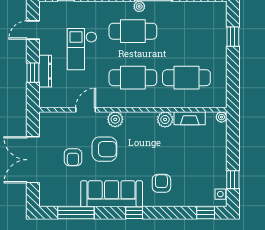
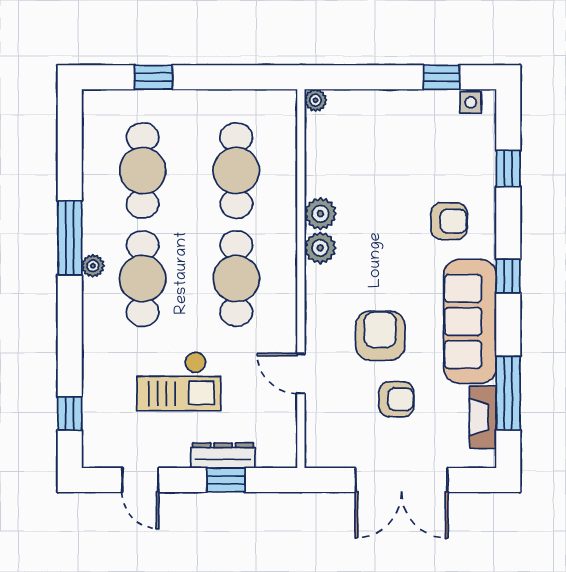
cafe table: (186, 31) -> (143, 171), added
fireplace: (190, 118) -> (483, 417), moved, turned 180
plant: (115, 119) -> (320, 248), moved
armchair: (161, 183) -> (449, 221), turned 180
window: (206, 213) -> (508, 169), moved

